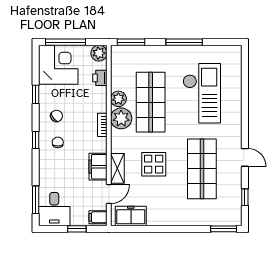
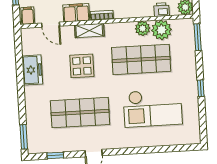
window: (184, 42) -> (201, 88), width x0.46
plant: (121, 118) -> (161, 30), moved
bookcase: (102, 125) -> (102, 15), moved
shelving: (117, 168) -> (89, 31), moved
freezer: (131, 216) -> (32, 70), moved

